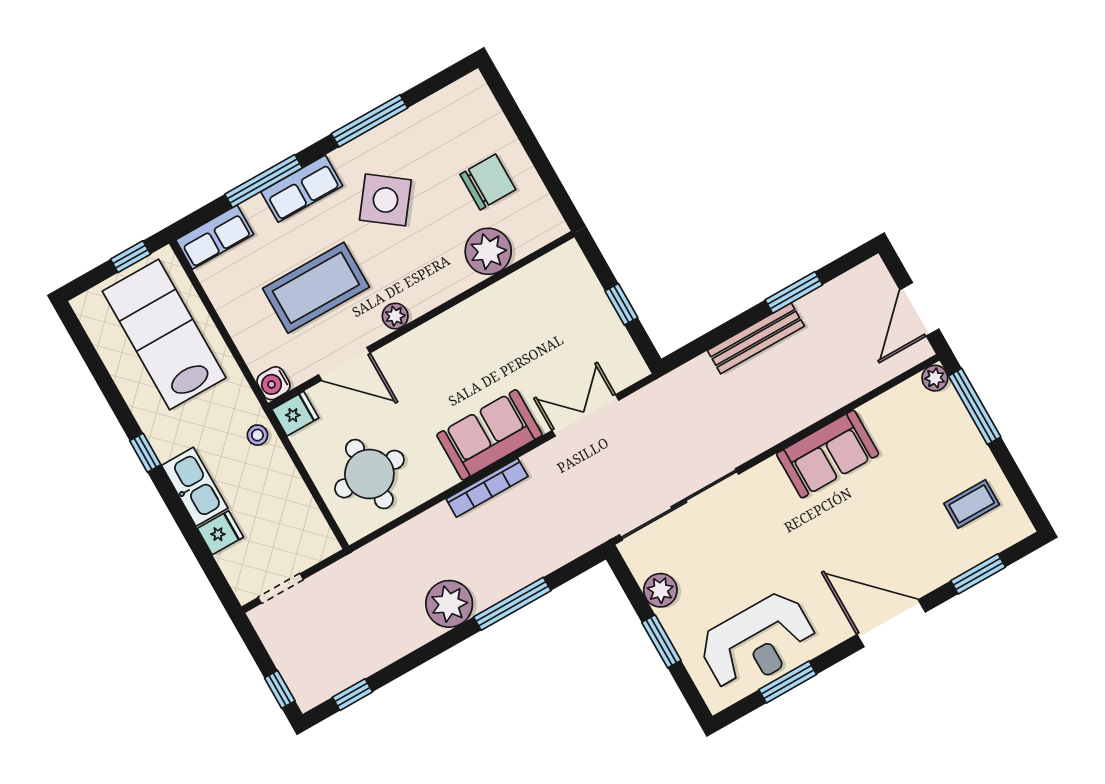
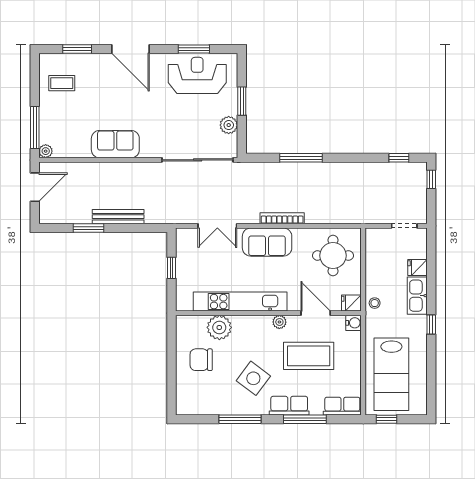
kitchen unit: (478, 313) -> (240, 302), added
plant: (449, 604) -> (330, 174), removed

